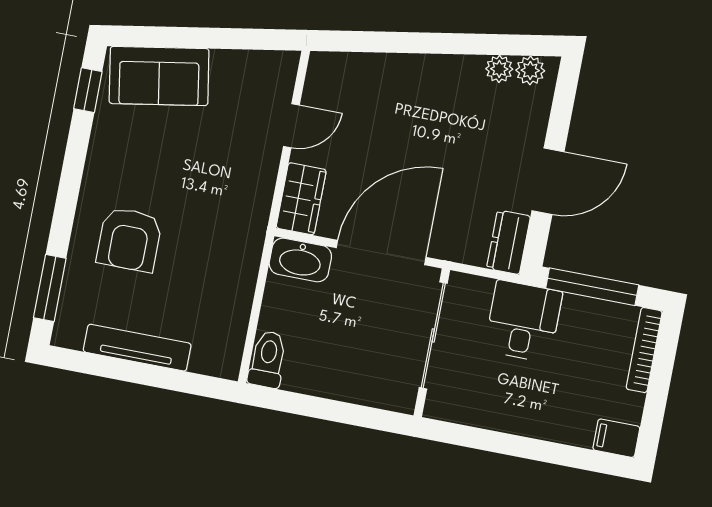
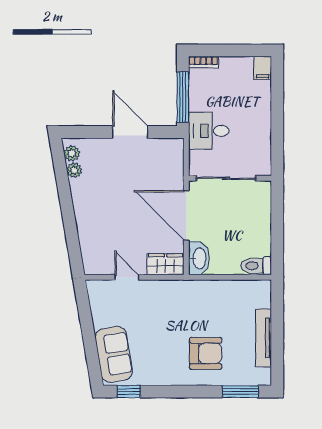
dresser: (508, 242) -> (167, 147), removed
bookcase: (644, 350) -> (203, 62), width x0.64

